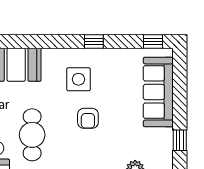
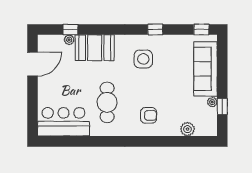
armchair: (88, 118) -> (149, 115), moved, turned -90
plant: (167, 135) -> (212, 102), added

